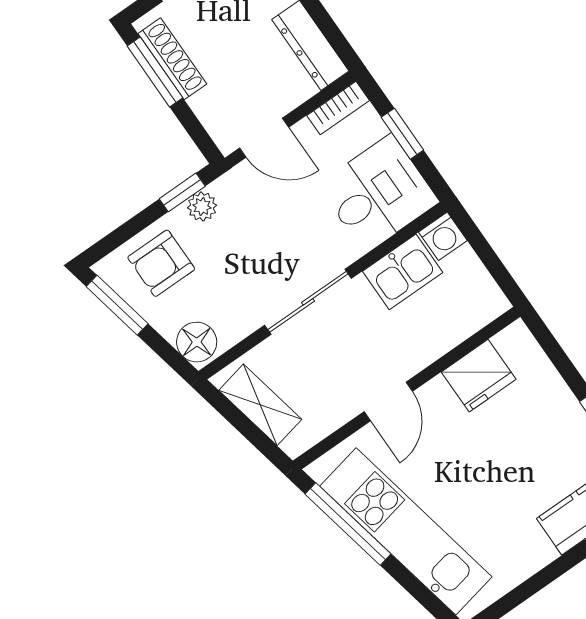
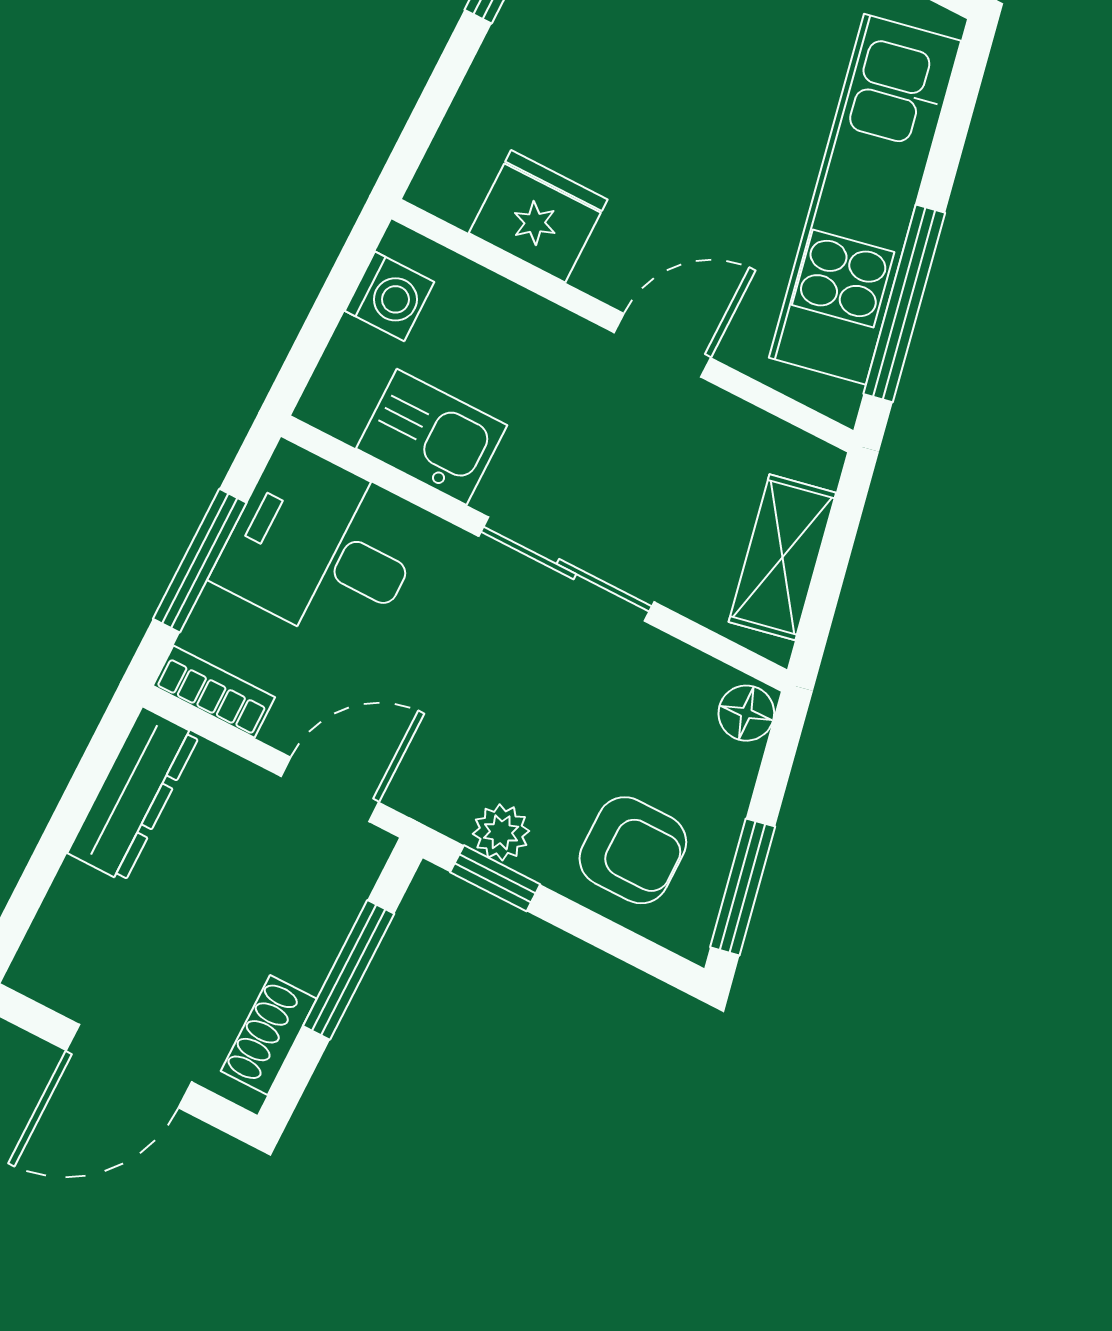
shoe rack: (172, 59) -> (269, 1035), width x0.70
window: (155, 72) -> (349, 970), moved
window: (402, 134) -> (200, 561), width x1.50
door: (264, 138) -> (330, 789), hinge flipped
washing machine: (443, 236) -> (389, 296), moved, turned 90
floor lamp: (197, 342) -> (746, 713), width x0.73, depth x0.73

